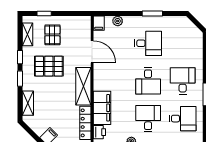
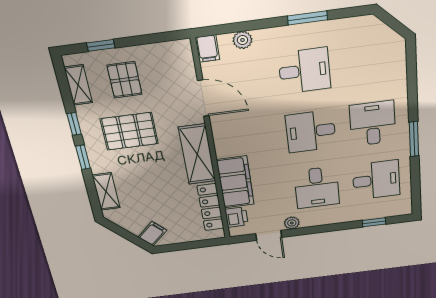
desk: (148, 81) -> (311, 131), turned 90
desk: (148, 119) -> (317, 188), turned 180

